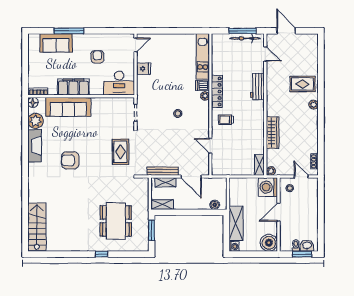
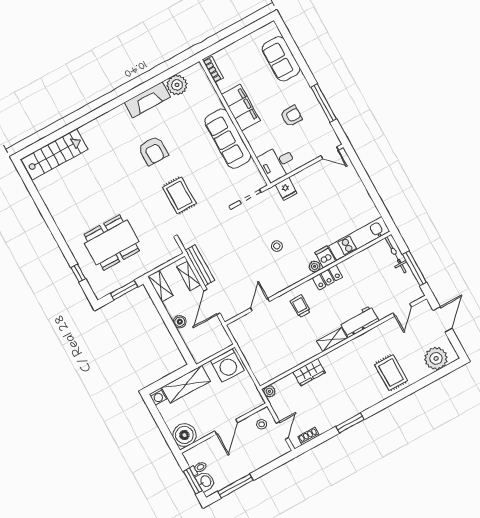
window: (69, 31) -> (324, 103), moved
bicycle: (245, 38) -> (396, 255), moved
fridge: (144, 69) -> (286, 189), moved
desk: (119, 83) -> (277, 163), width x0.73
locker: (217, 91) -> (327, 277), width x0.66
floor lamp: (33, 102) -> (197, 70), removed
plant: (314, 105) -> (436, 358), moved, width x1.88, depth x1.88
sofa: (68, 107) -> (228, 139), moved
window: (321, 129) -> (350, 423), added
wardrobe: (273, 133) -> (309, 372), width x0.67
rug: (120, 152) -> (179, 195), moved, turned 90
armchair: (70, 160) -> (153, 151), turned 180
shelving: (259, 165) -> (332, 340), moved
washing machine: (268, 187) -> (227, 365), moved, turned 180
boiler: (215, 205) -> (180, 322), moved
door: (279, 212) -> (226, 427), swing flipped
window: (321, 228) -> (235, 486), added
window: (101, 254) -> (78, 273), moved

